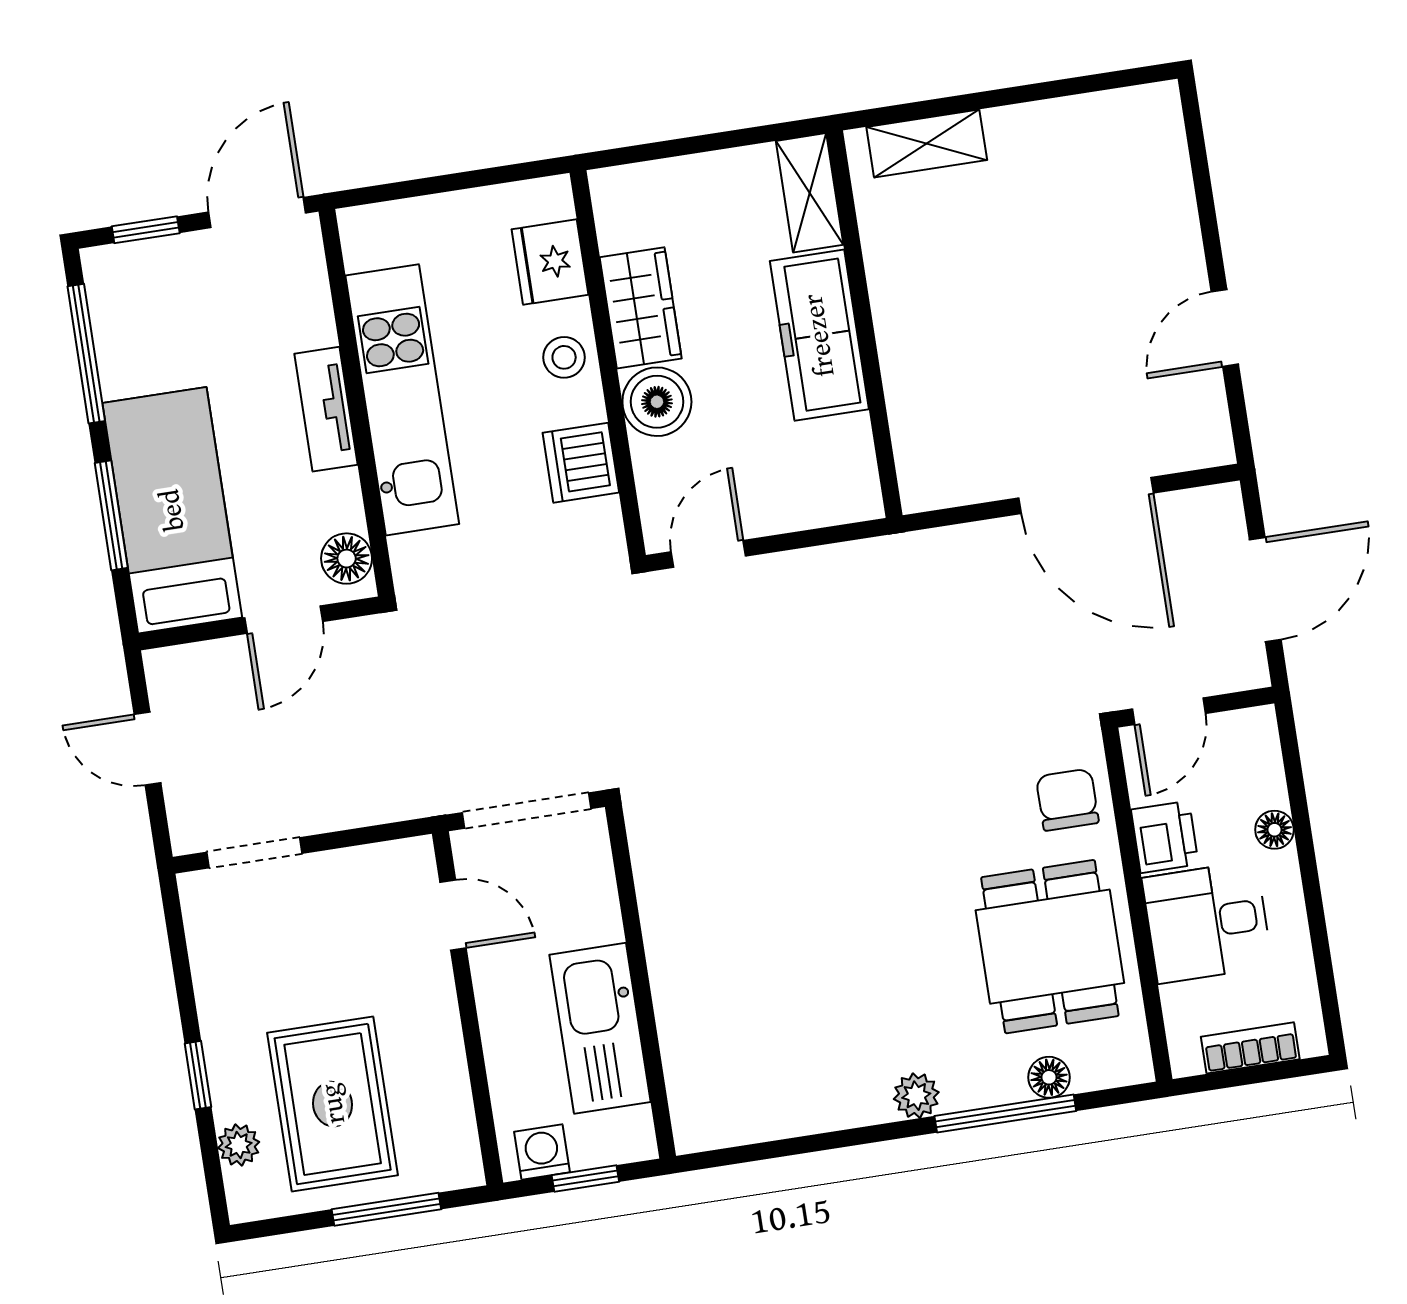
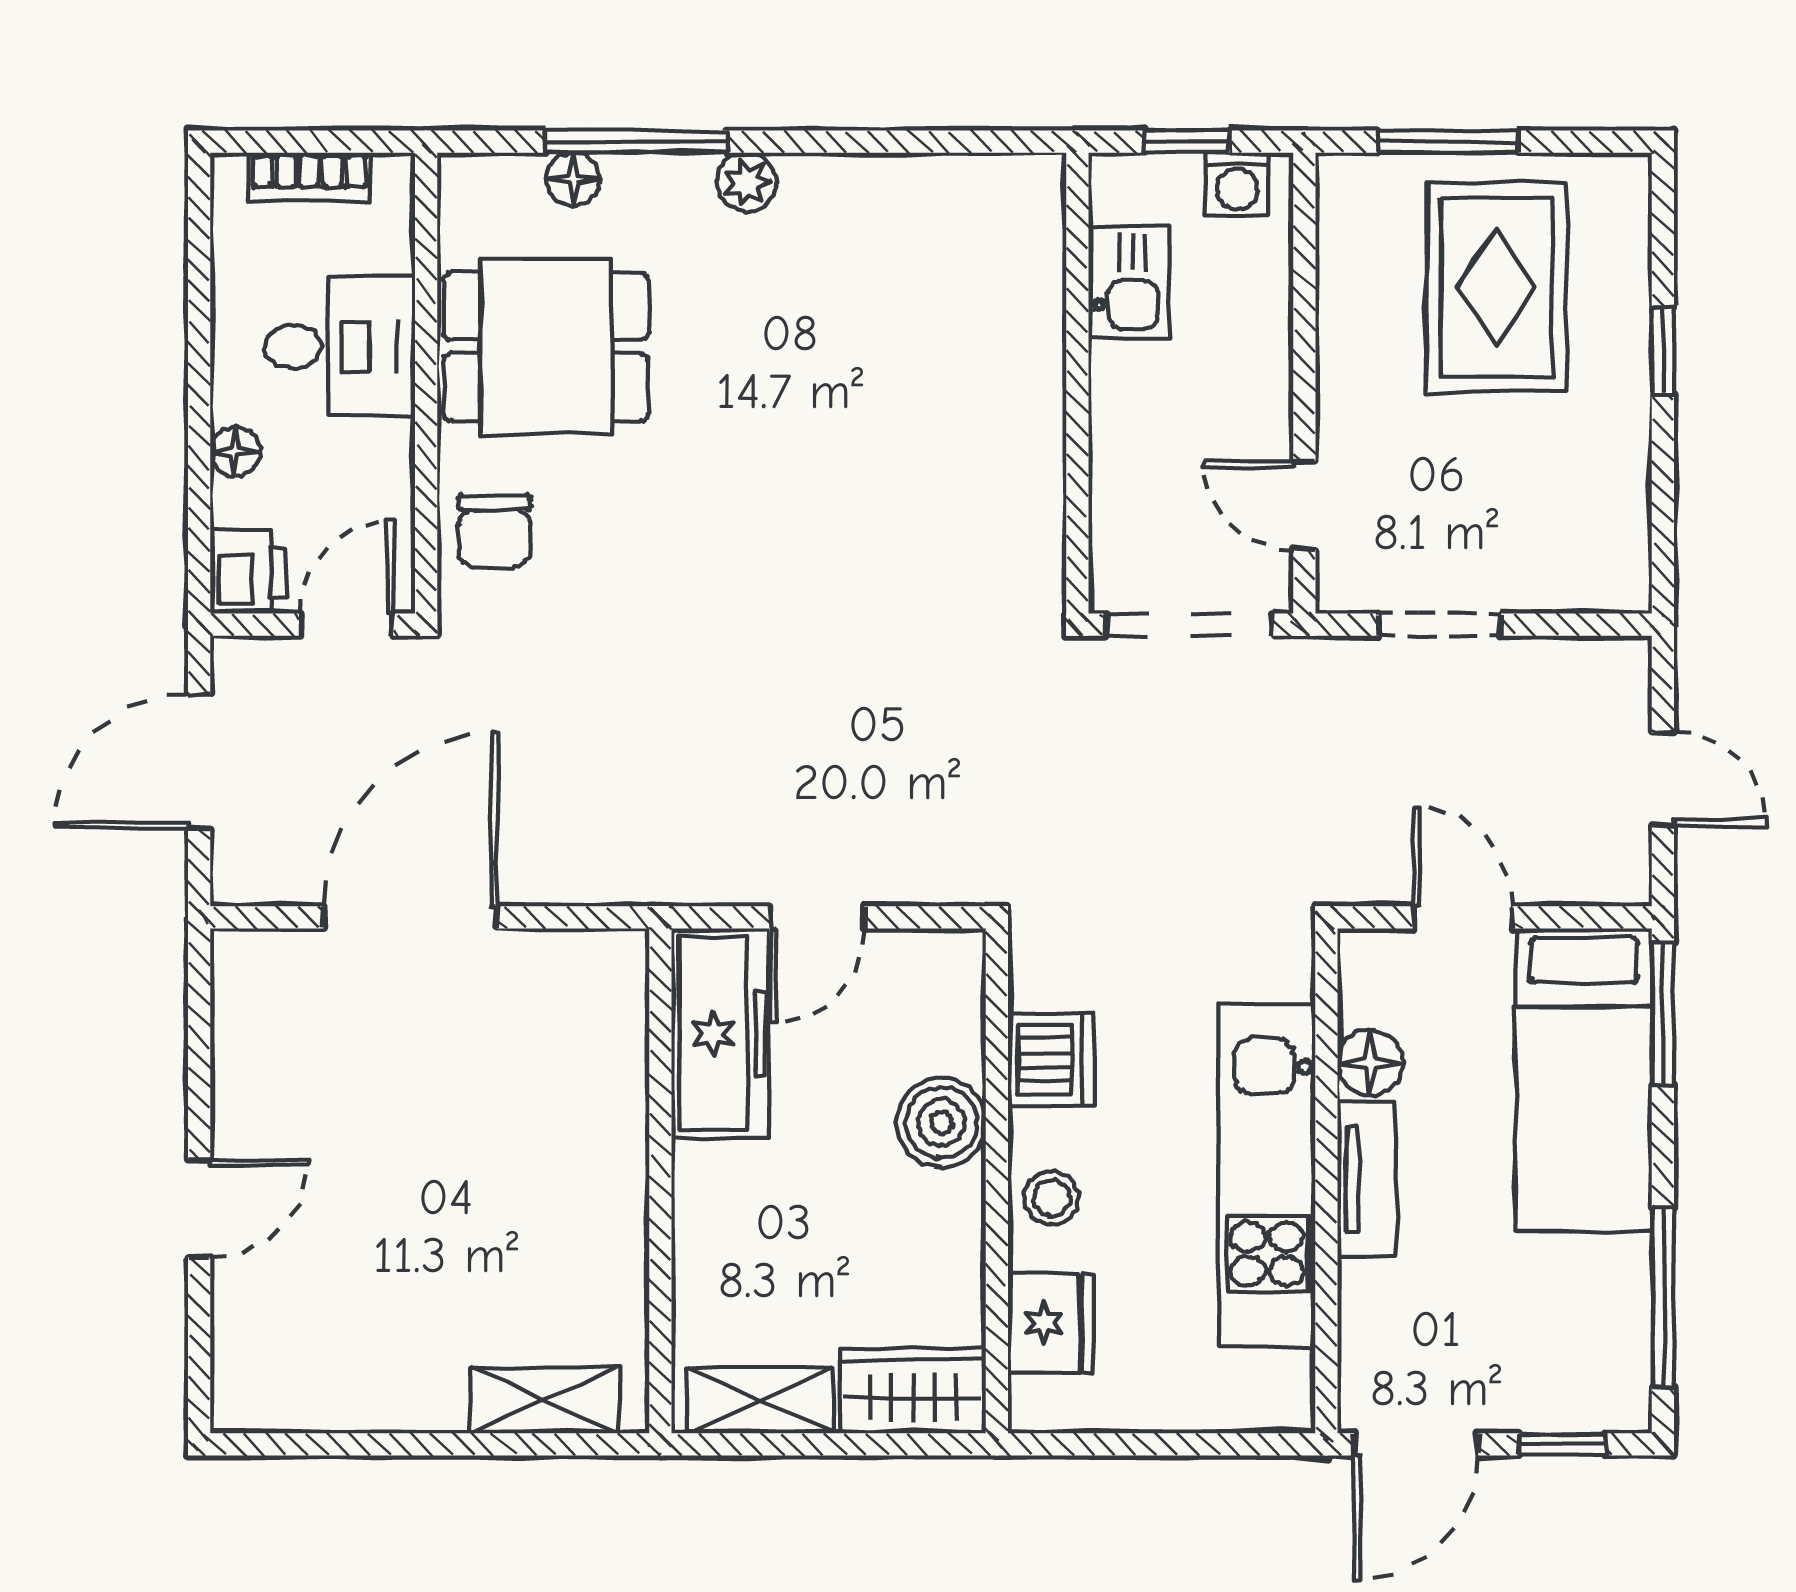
shelving: (810, 193) -> (760, 1400), moved, turned 90
wardrobe: (641, 308) -> (913, 1391), moved, turned 90
door: (1225, 328) -> (199, 1208), moved
freezer: (819, 335) -> (720, 1033), moved
door: (1086, 495) -> (410, 917), hinge flipped
window: (111, 515) -> (1663, 1014), moved
door: (708, 554) -> (817, 917), moved
floor lamp: (347, 559) -> (1370, 1063), moved
door: (284, 620) -> (1463, 917), hinge flipped
printer: (1165, 837) -> (248, 572), moved, turned 180
doorway: (255, 853) -> (1440, 625), moved
dining table: (1050, 947) -> (546, 347), turned 90
kitchen sink: (600, 1028) -> (1129, 282), width x0.53, depth x0.81
plant: (239, 1145) -> (1625, 253), removed

